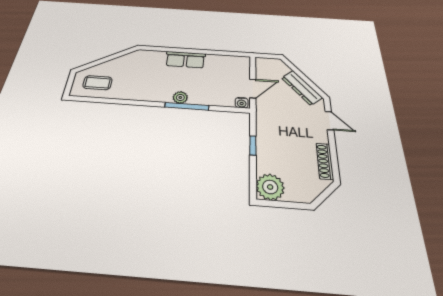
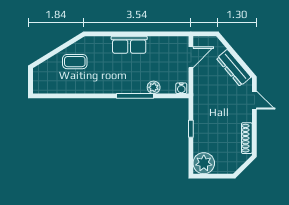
coffee table: (98, 83) -> (75, 62), moved
door: (253, 89) -> (191, 57), moved
plant: (180, 97) -> (154, 87), moved

